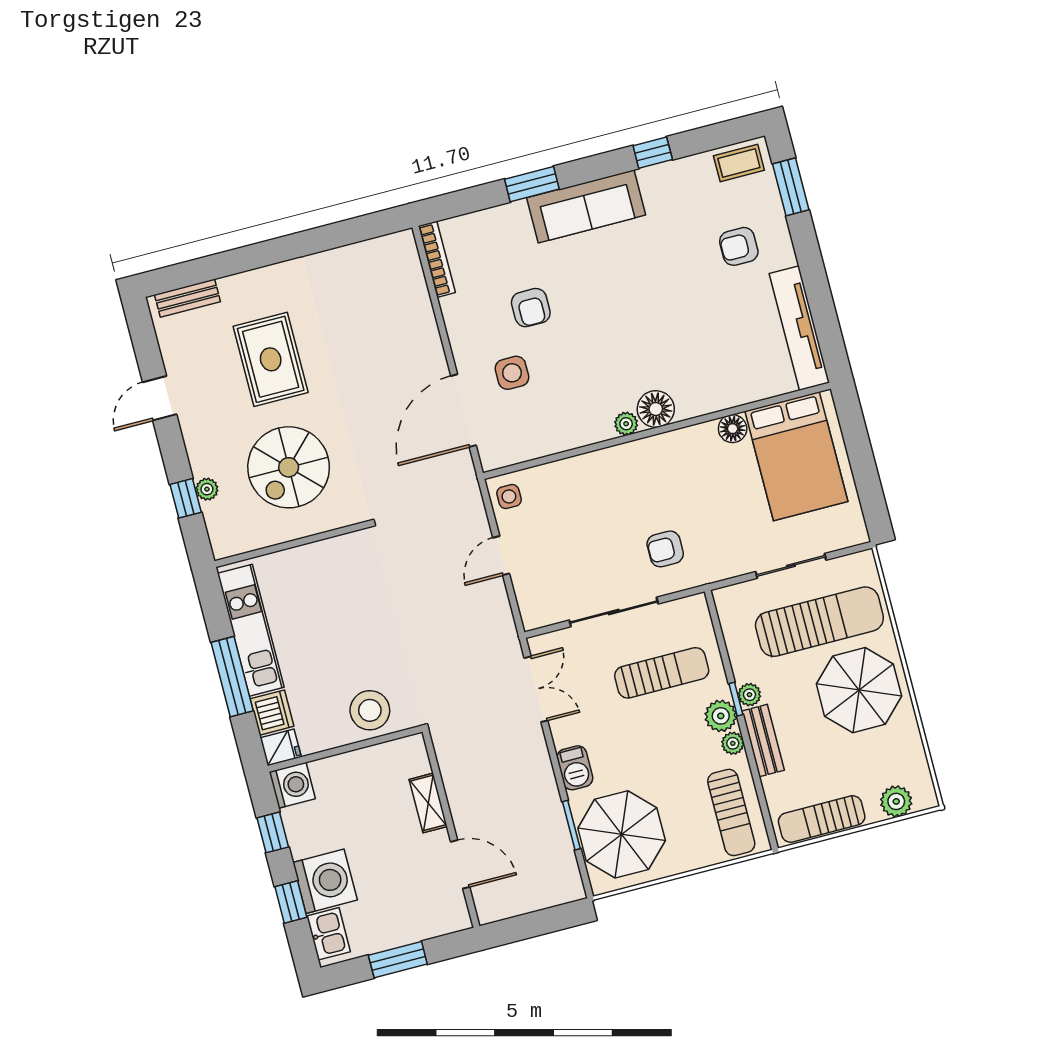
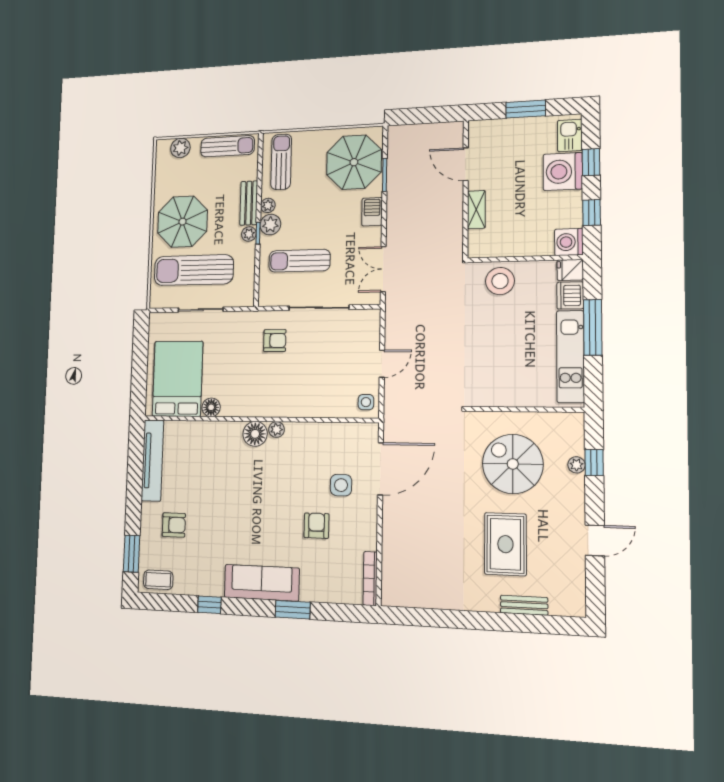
bench: (187, 298) -> (524, 605), moved
spiral stairs: (289, 467) -> (513, 464), turned -90

